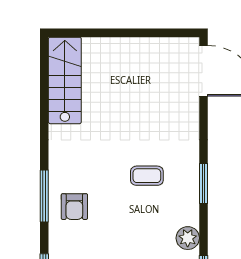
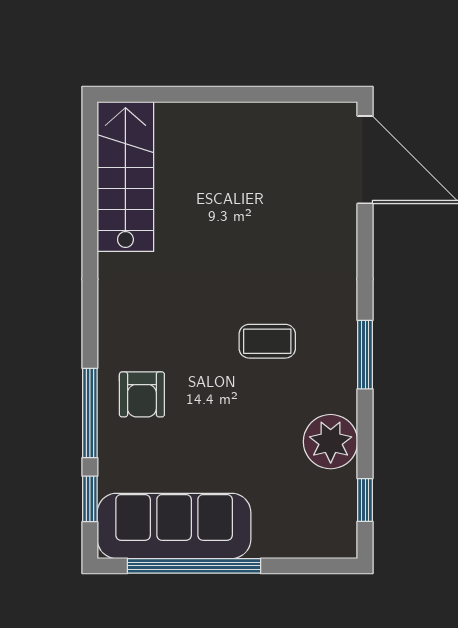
window: (44, 196) -> (90, 413), moved
plant: (188, 238) -> (331, 442), width x1.36, depth x1.36

